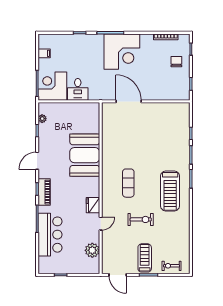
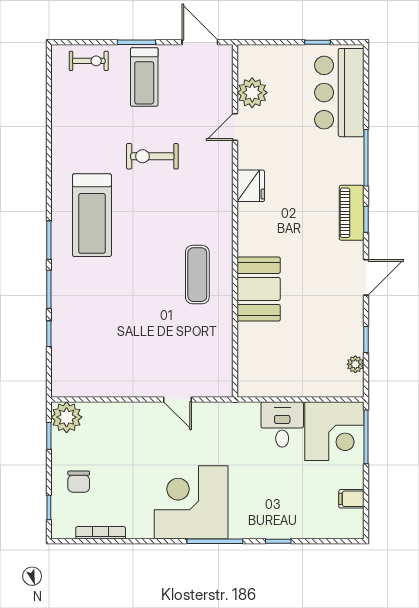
plant: (182, 93) -> (67, 417), added
door: (129, 101) -> (177, 400), width x0.53
booth: (85, 155) -> (259, 289), width x0.73, depth x0.70
exercise mat: (128, 183) -> (197, 275), moved
treadmill: (170, 191) -> (92, 215), turned 180
door: (101, 224) -> (235, 127), moved
bar counter: (50, 235) -> (339, 93), moved

